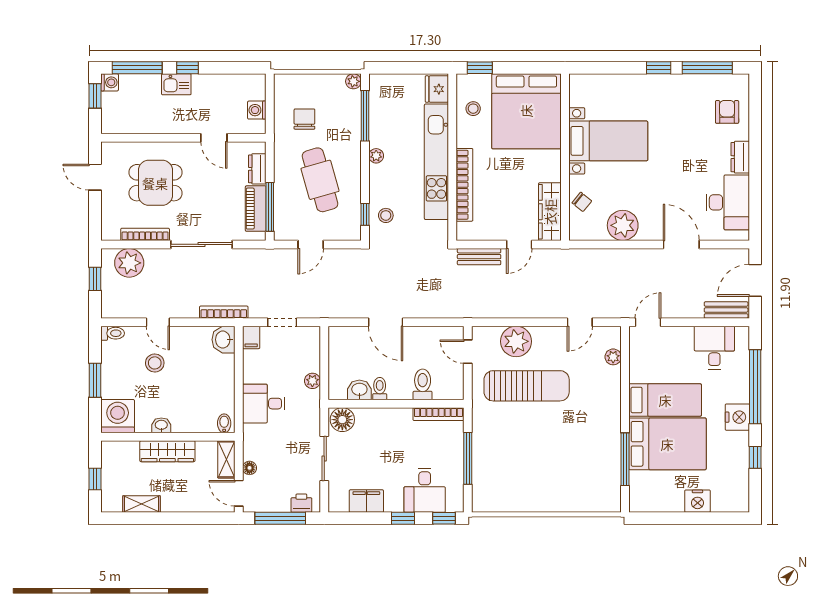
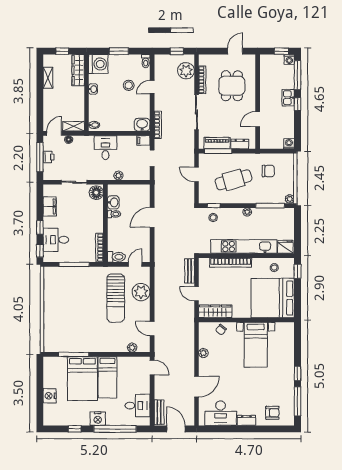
washing machine: (257, 110) -> (289, 144), moved
plant: (623, 225) -> (203, 353), width x0.53, depth x0.53
toilet: (423, 384) -> (116, 257), moved
wardrobe: (167, 451) -> (78, 70), moved
printer: (301, 503) -> (49, 157), moved

